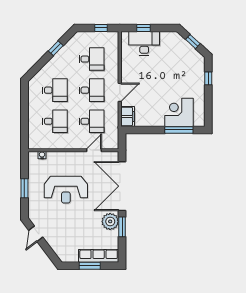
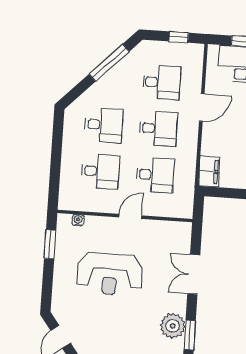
window: (56, 48) -> (109, 63), width x2.17
door: (120, 92) -> (202, 107), moved
door: (94, 150) -> (130, 216), moved
double door: (122, 186) -> (194, 274), width x0.54
window: (24, 188) -> (50, 244), moved

